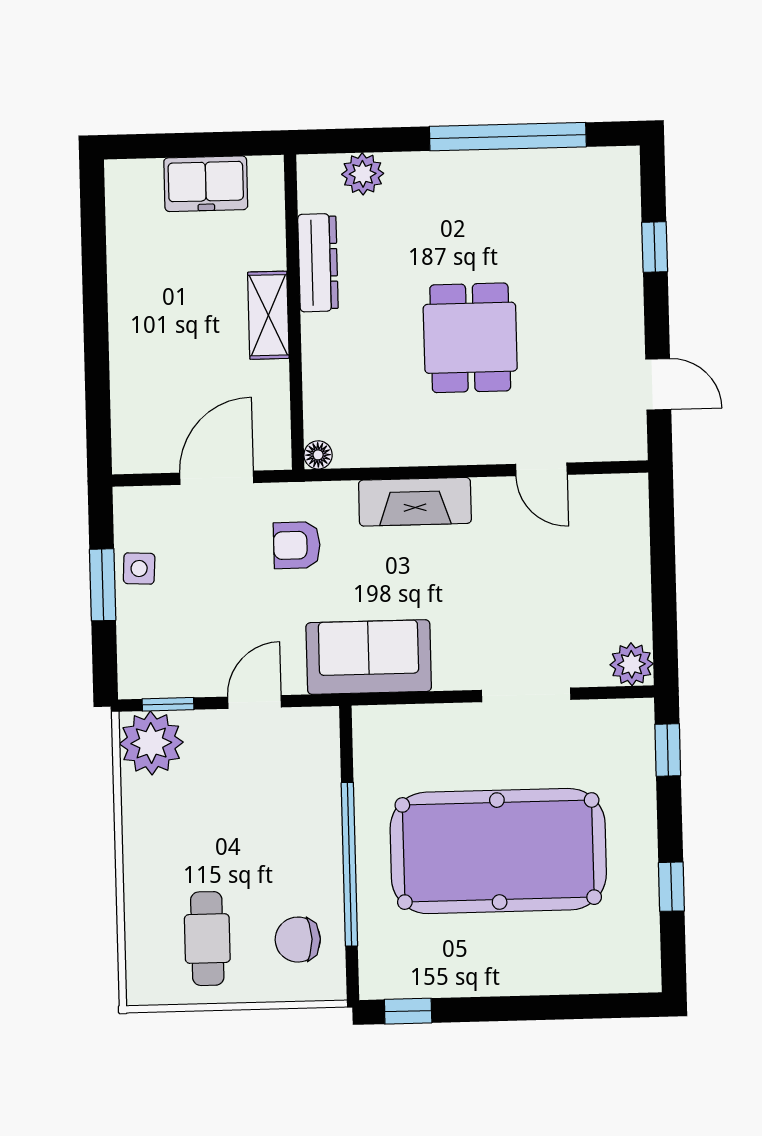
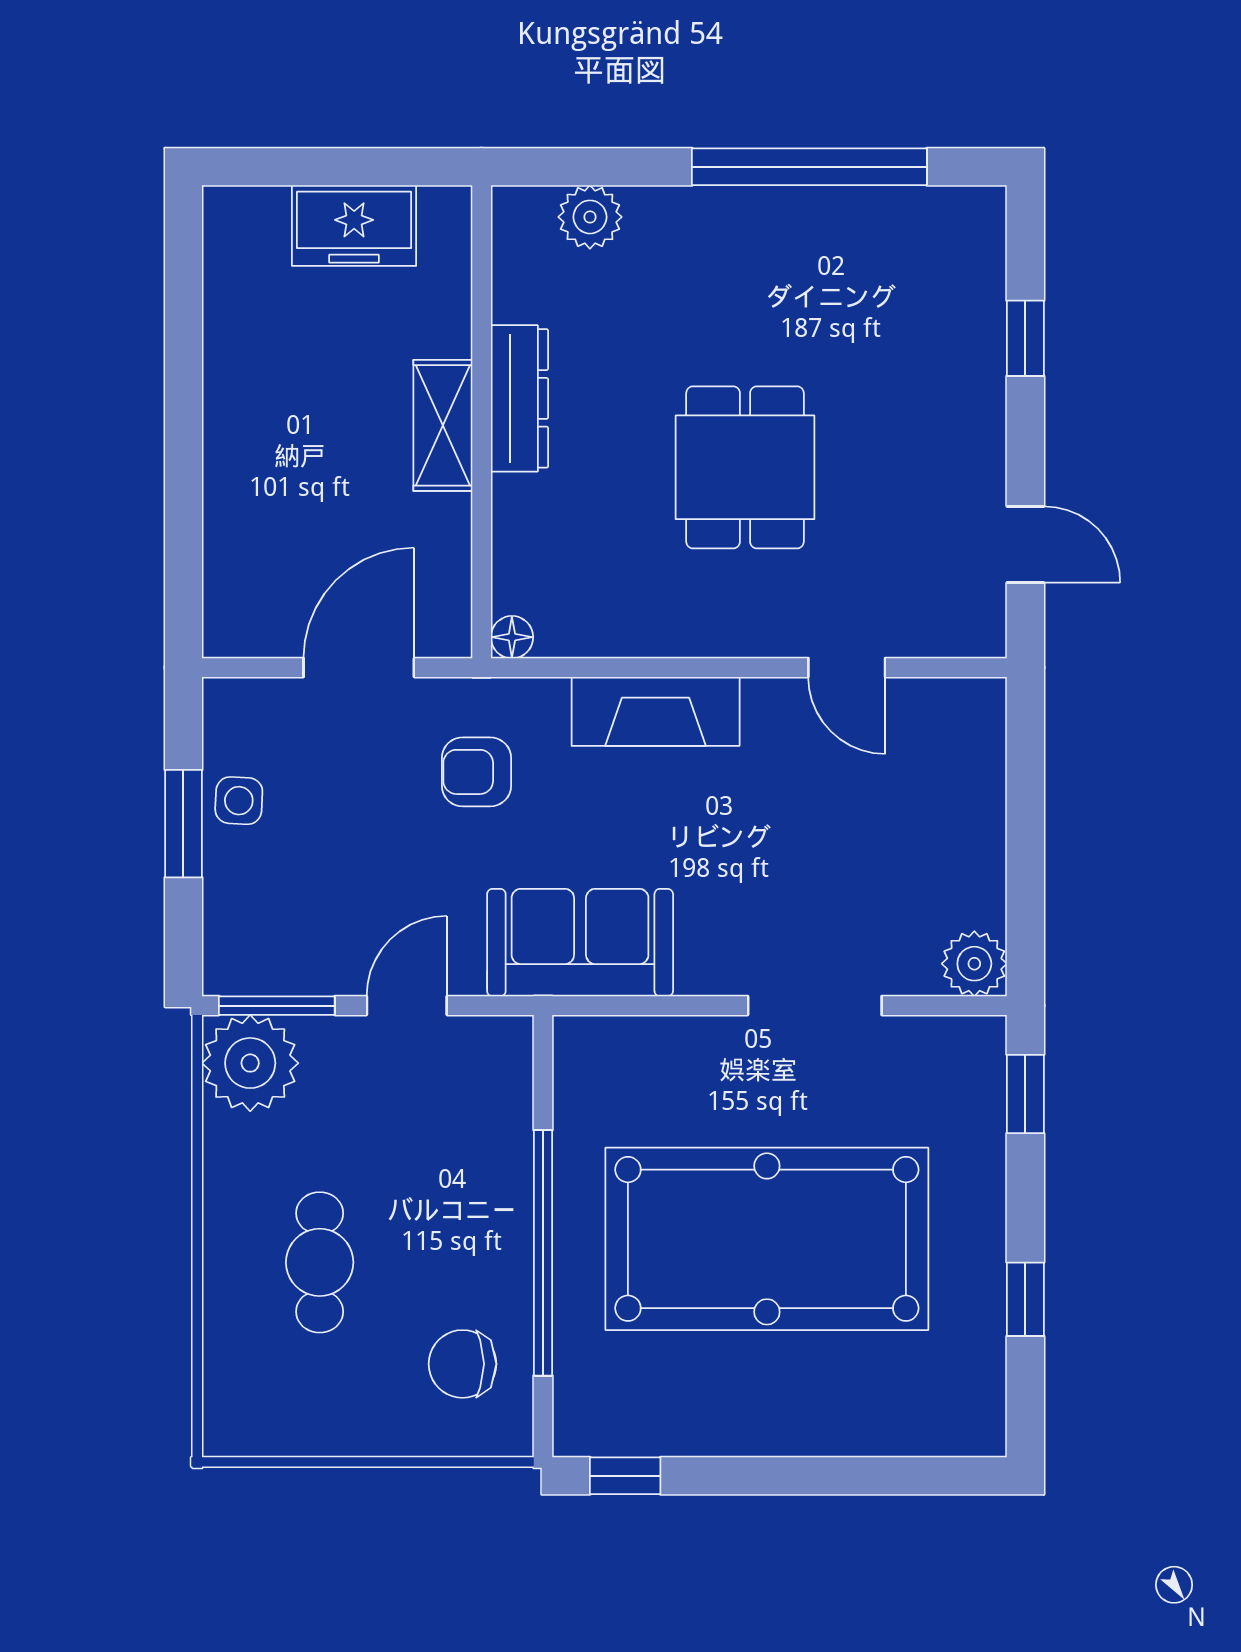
dresser: (318, 263) -> (519, 398), moved
window: (168, 704) -> (277, 1006), width x1.50
cafe table: (207, 939) -> (320, 1262), moved

